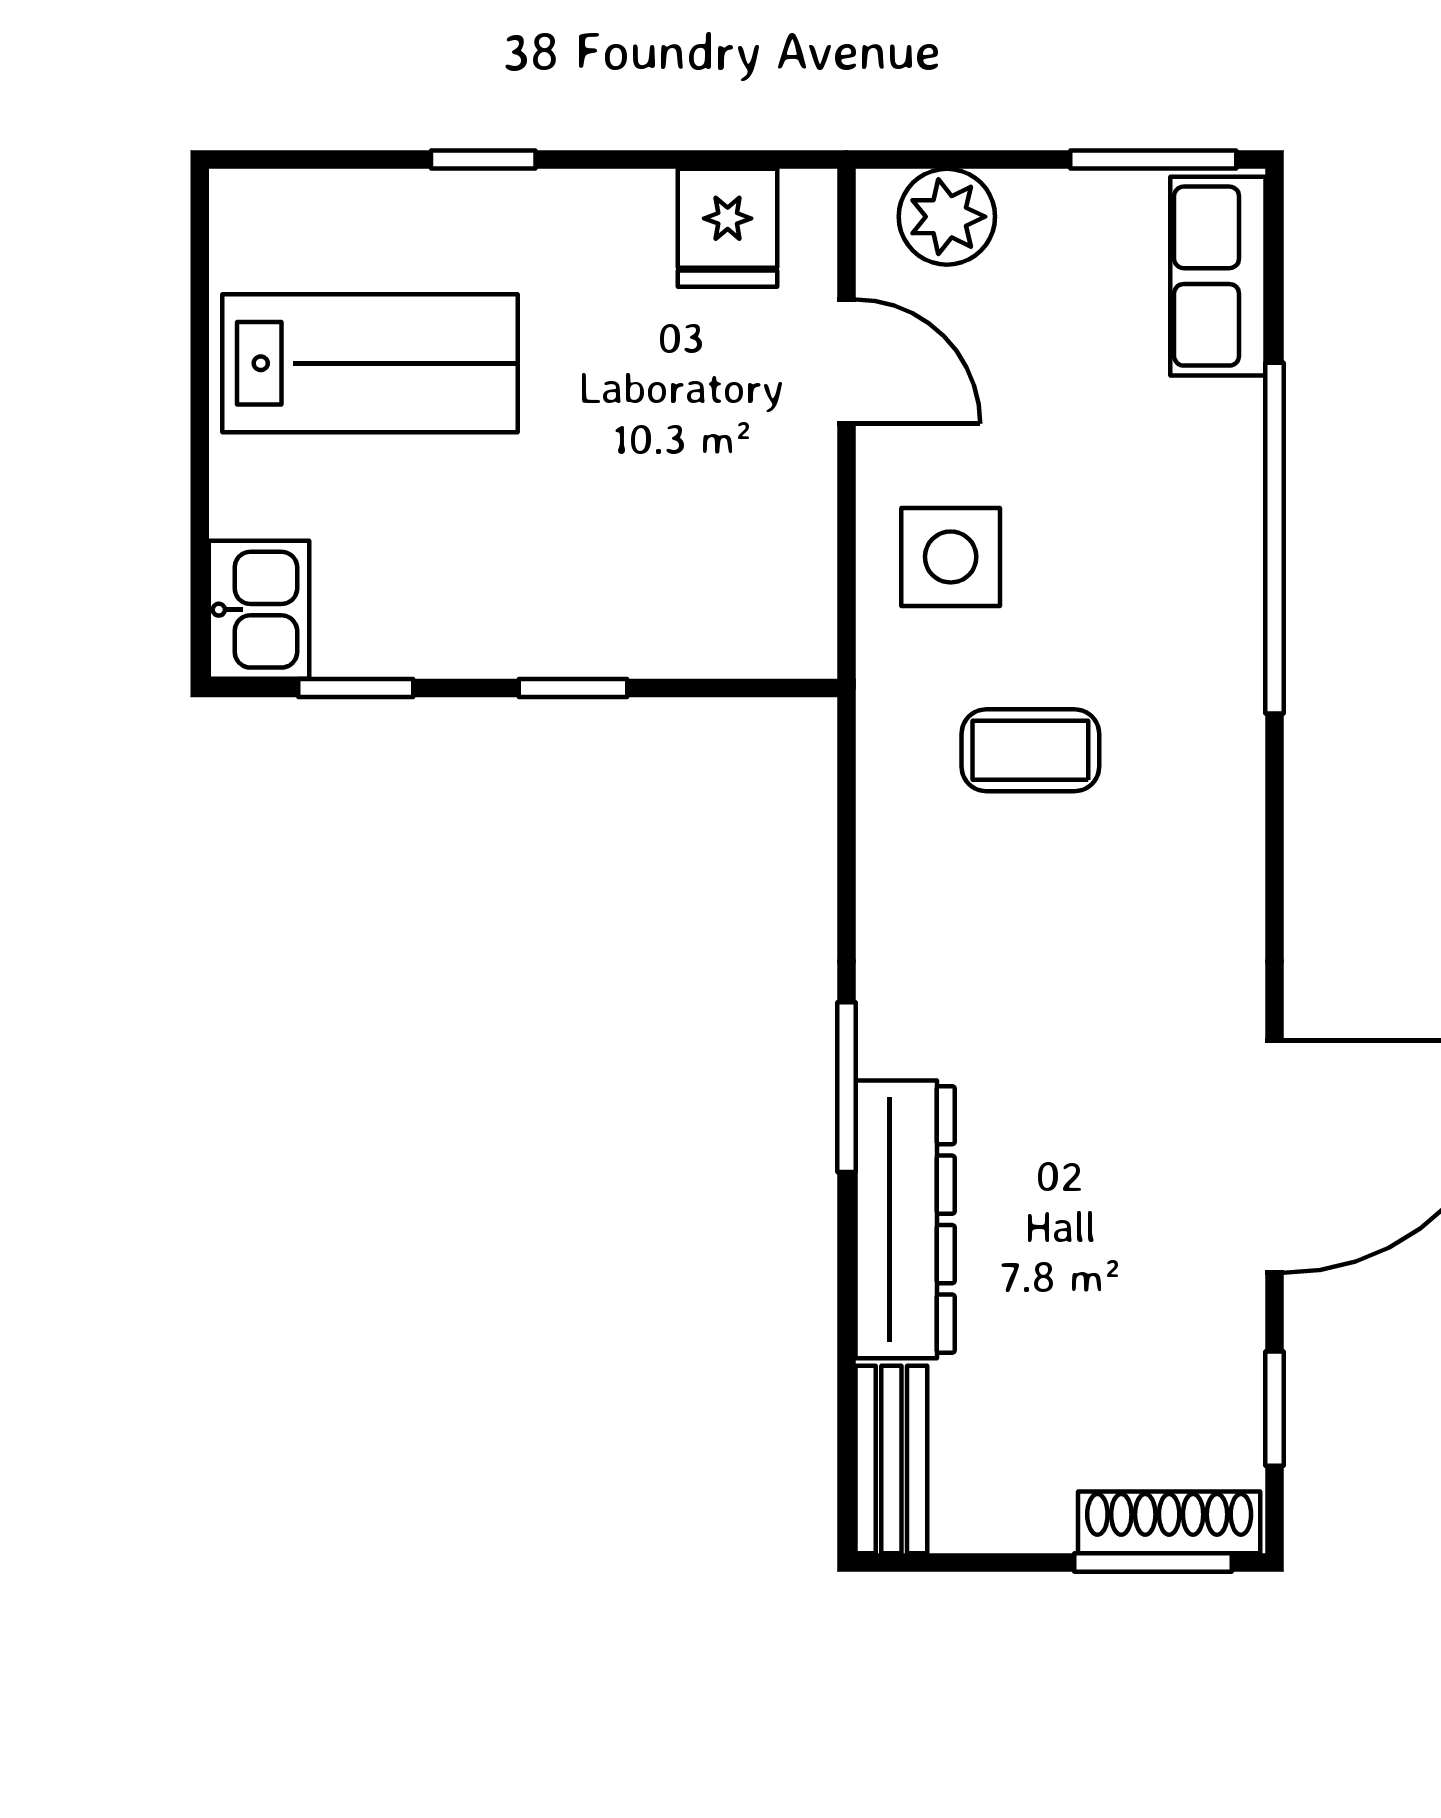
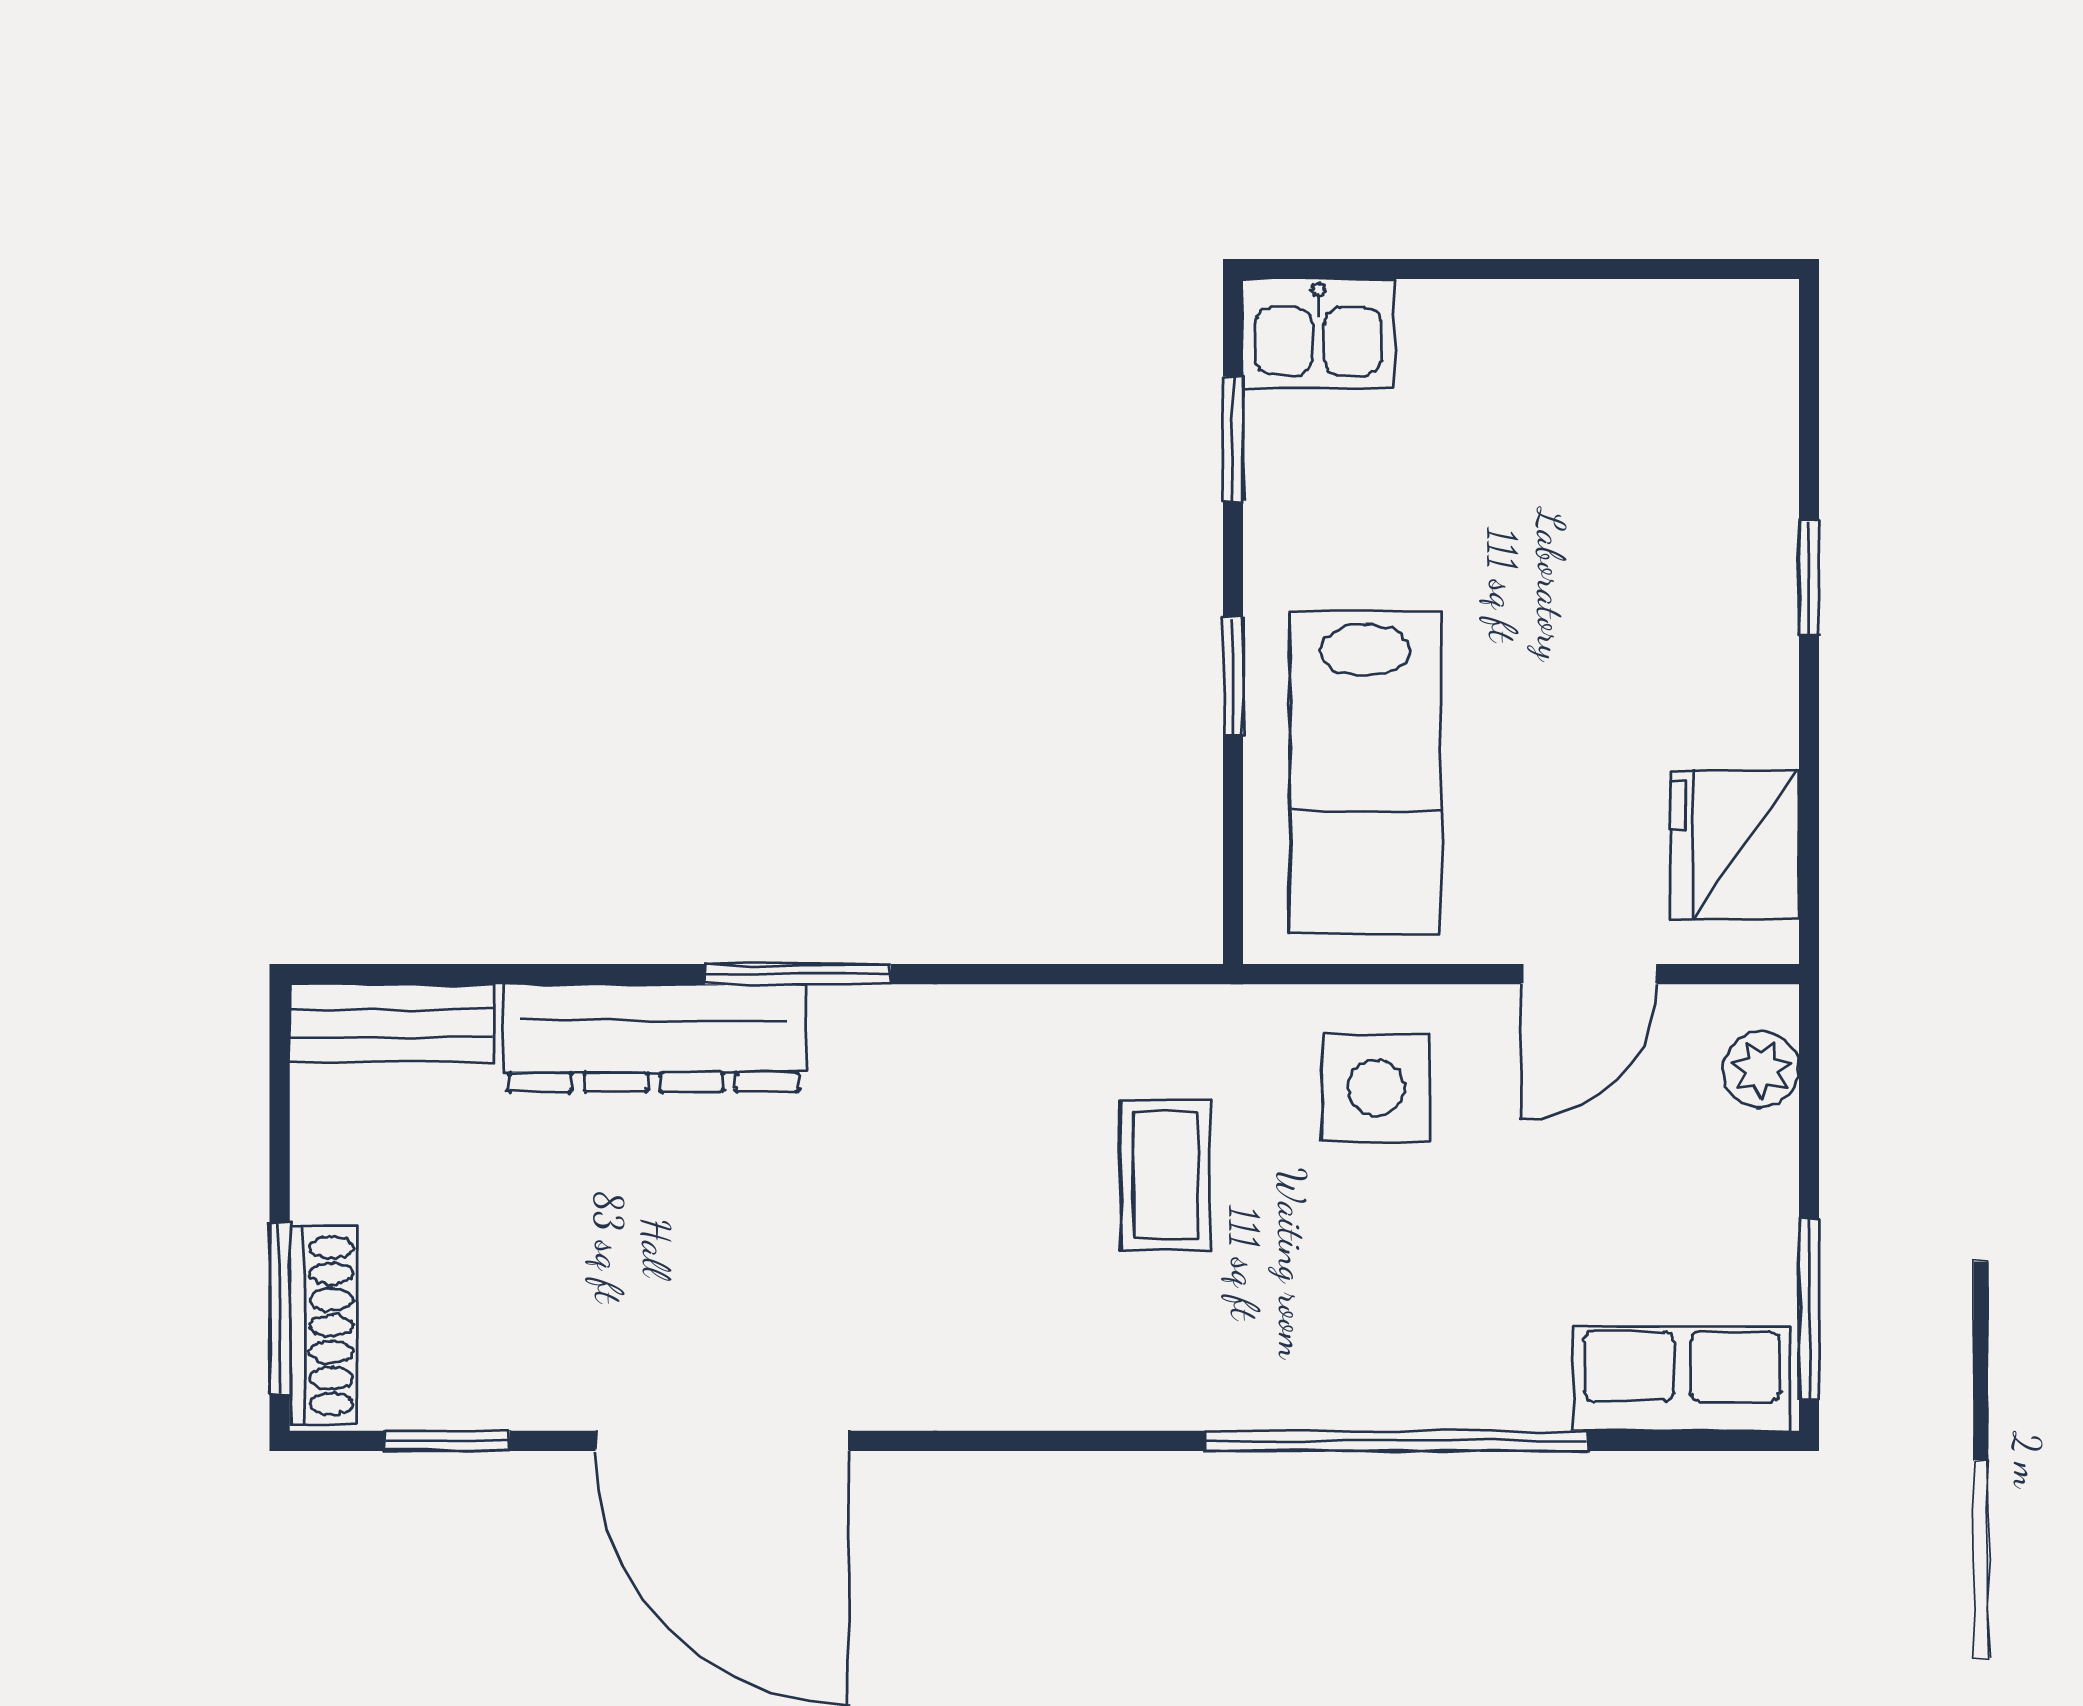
plant: (947, 217) -> (1761, 1069), width x0.73, depth x0.73
fridge: (728, 228) -> (1735, 844), width x1.38
lab bench: (370, 363) -> (1365, 772), moved

